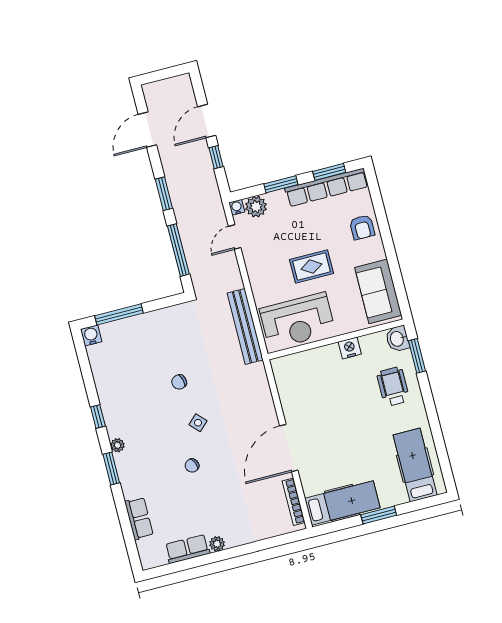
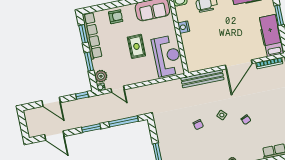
window: (216, 157) -> (82, 95), moved
bench: (245, 326) -> (202, 79), moved
door: (289, 448) -> (239, 64), hinge flipped

